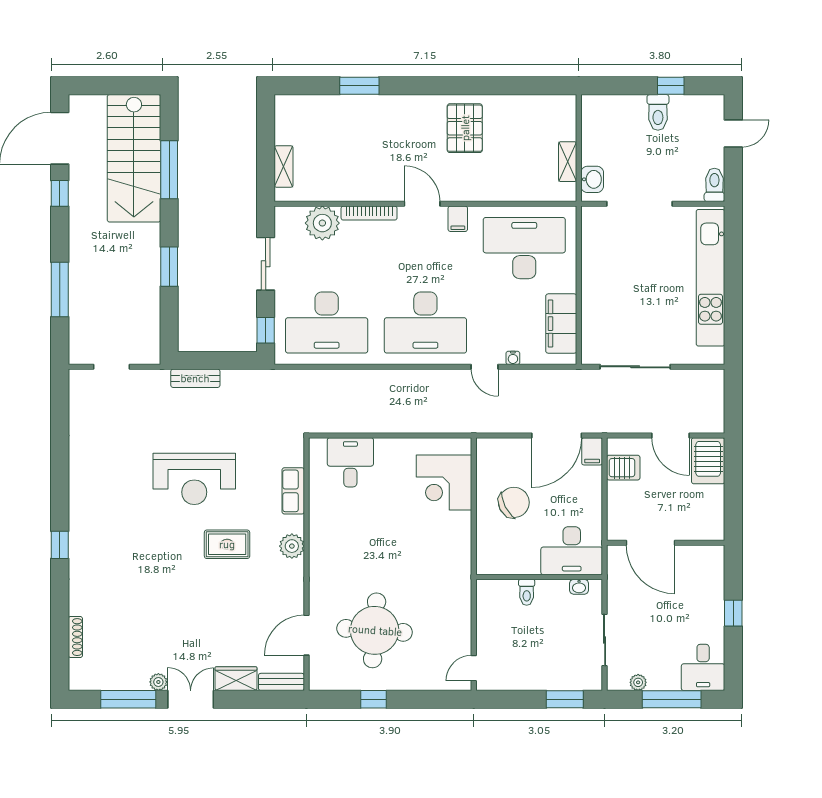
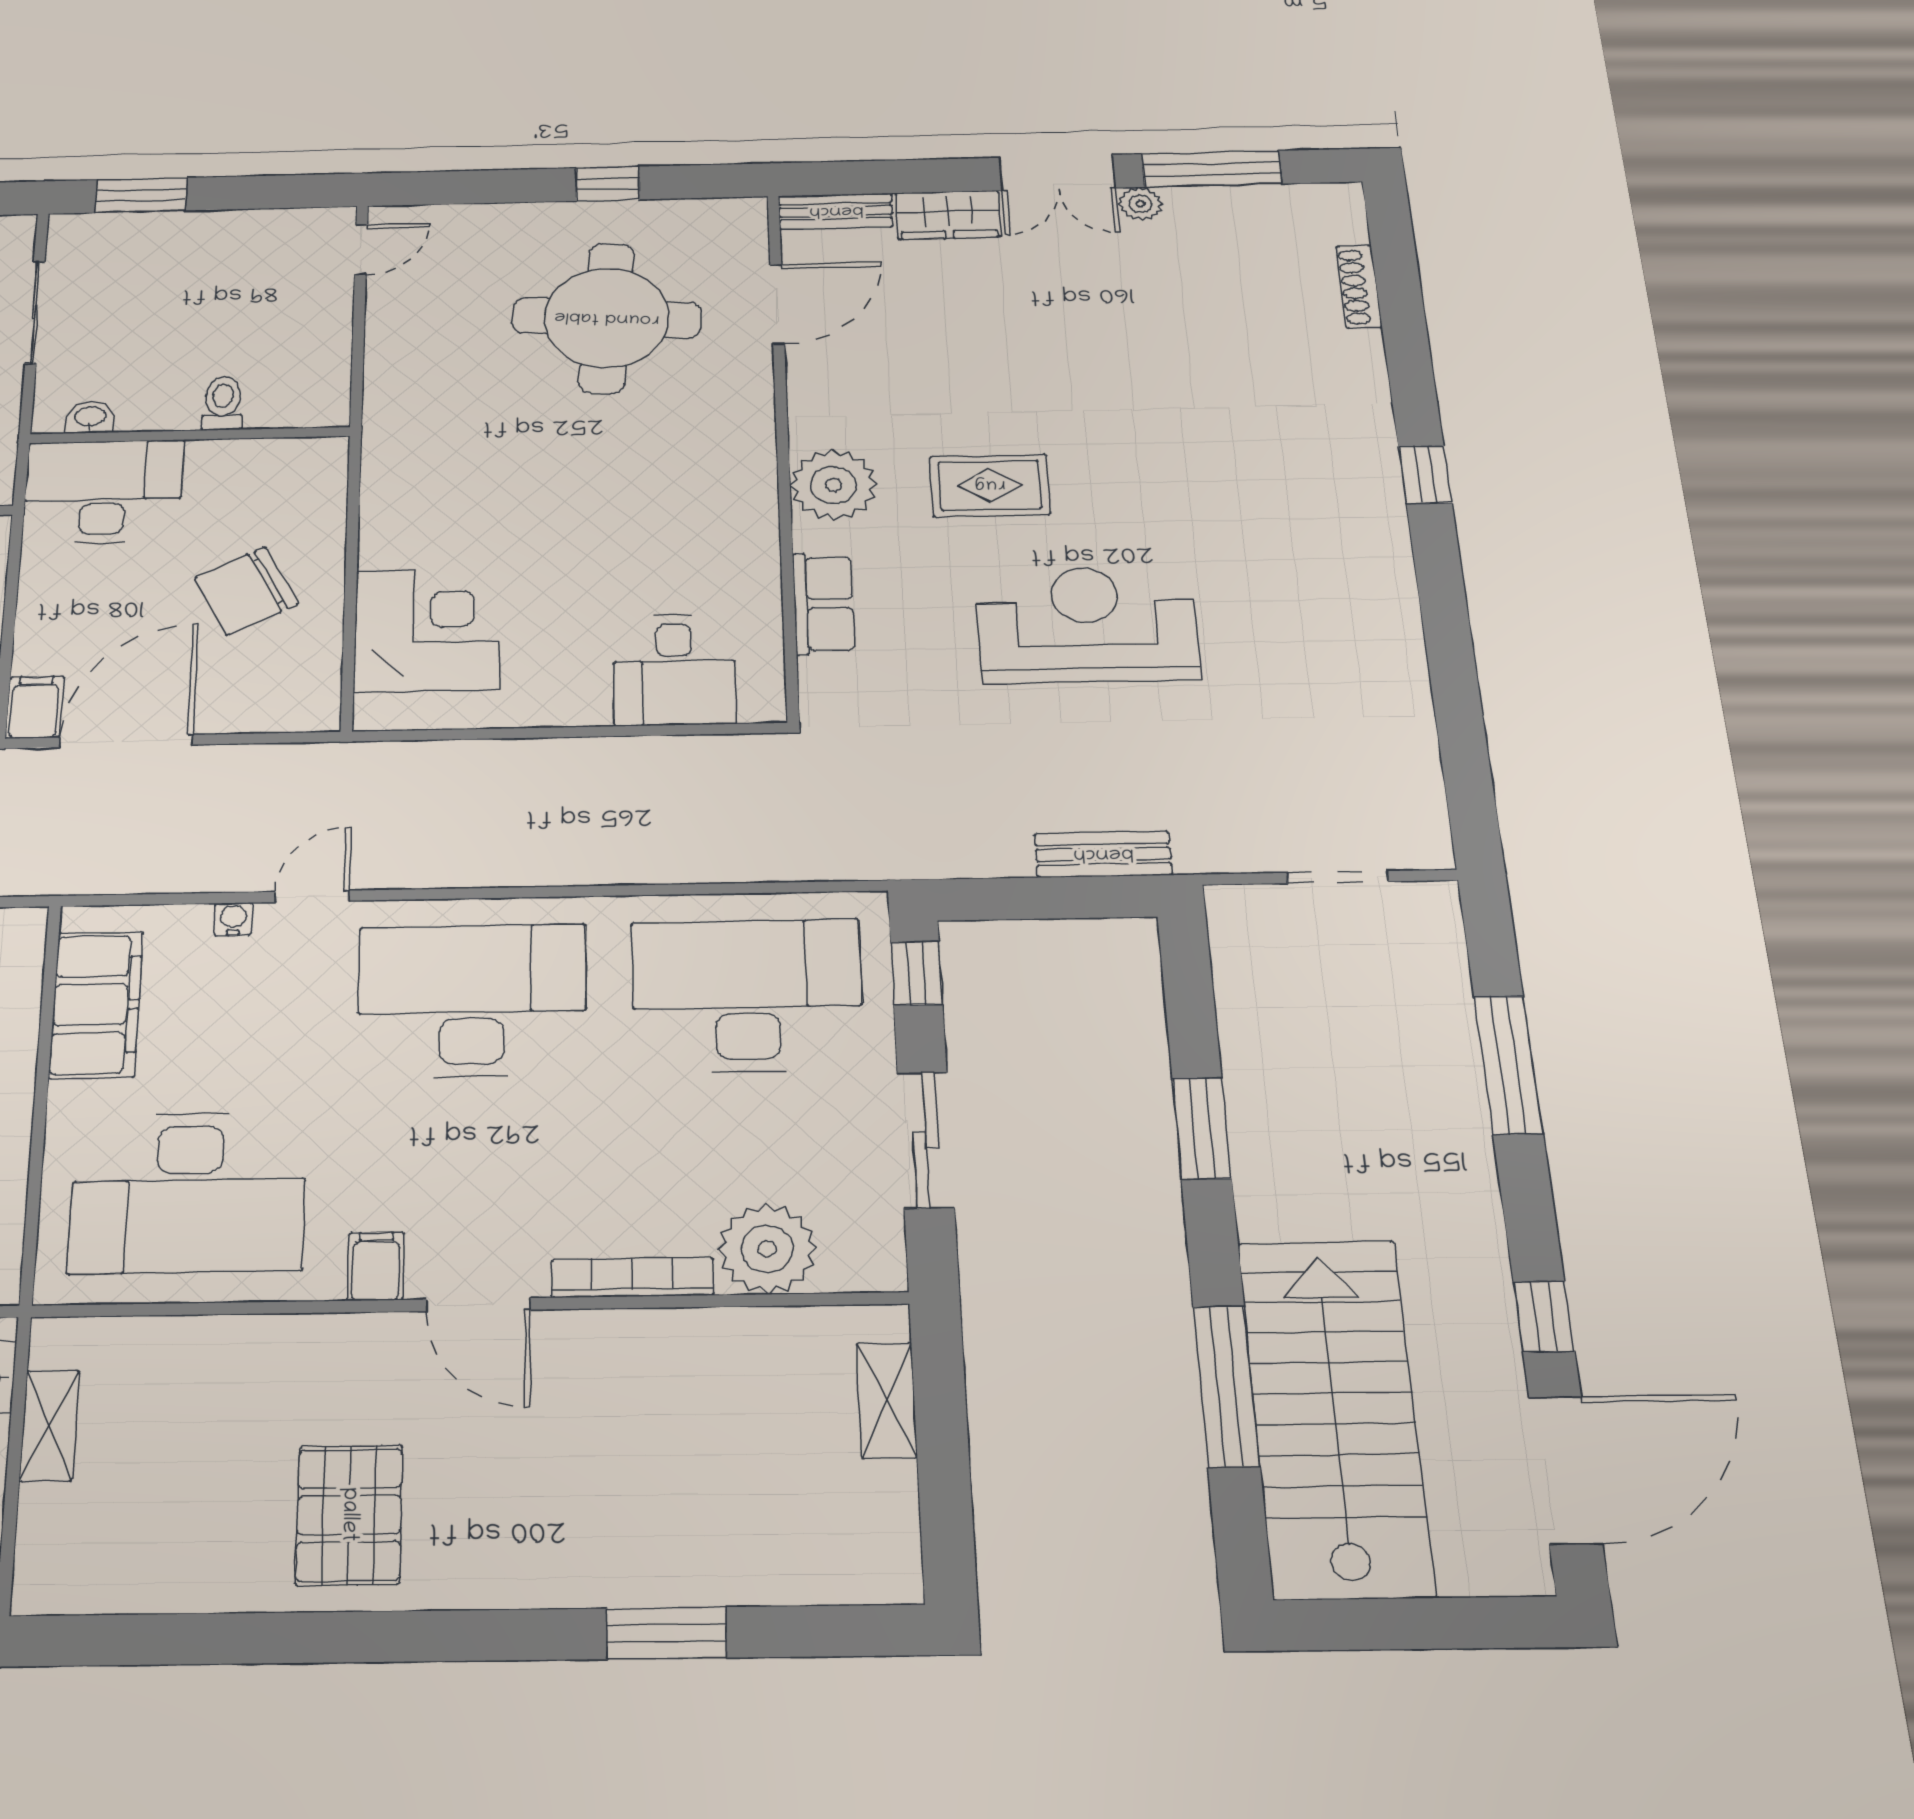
door: (485, 367) -> (312, 896), hinge flipped
plant: (292, 546) -> (833, 485), width x1.36, depth x1.36

